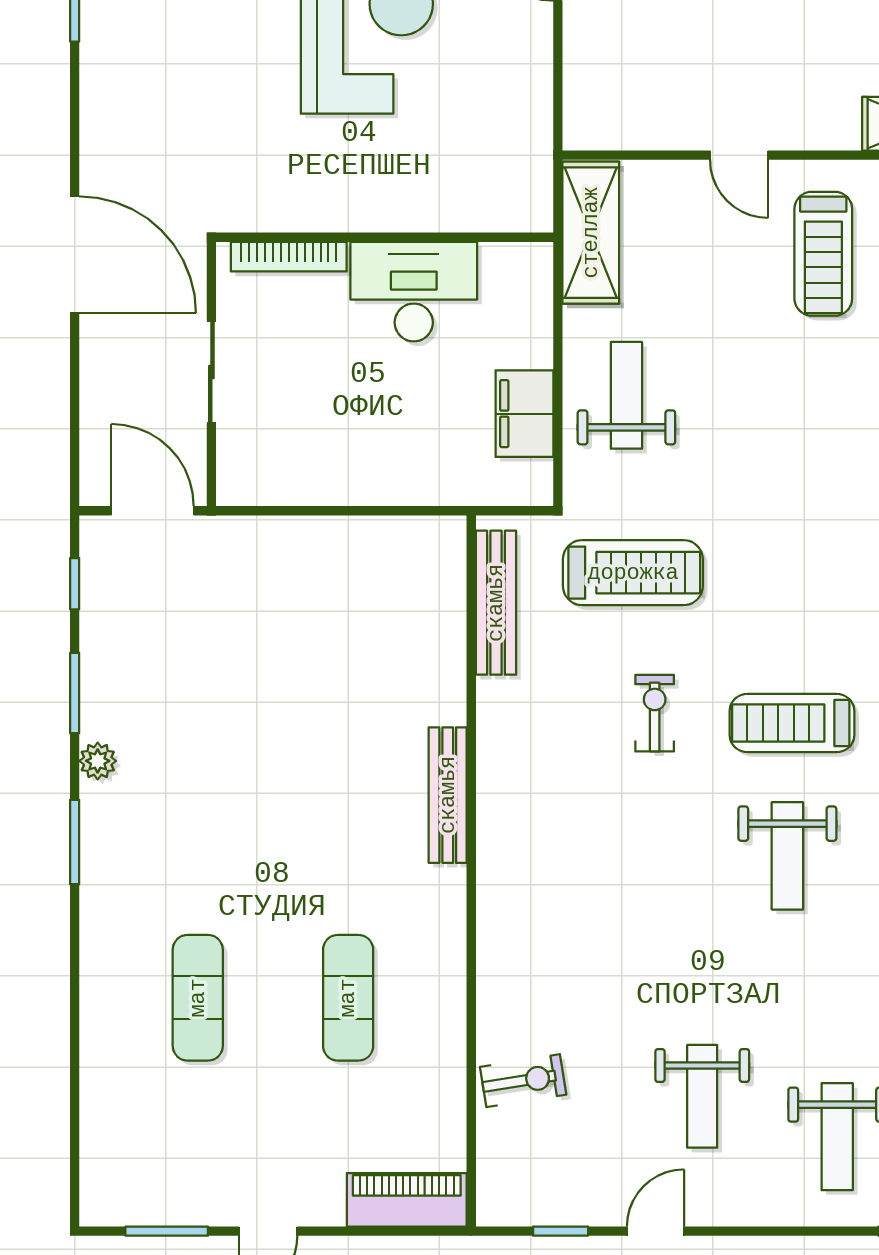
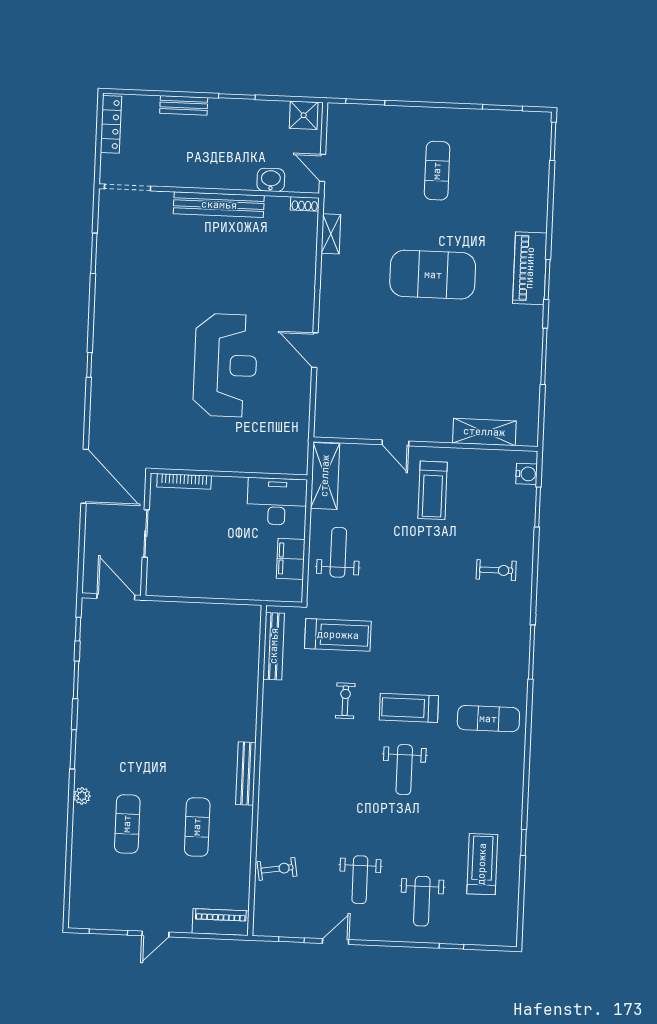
desk: (414, 292) -> (277, 501), moved
plant: (98, 761) -> (82, 796), moved
bench: (448, 795) -> (246, 774), moved

